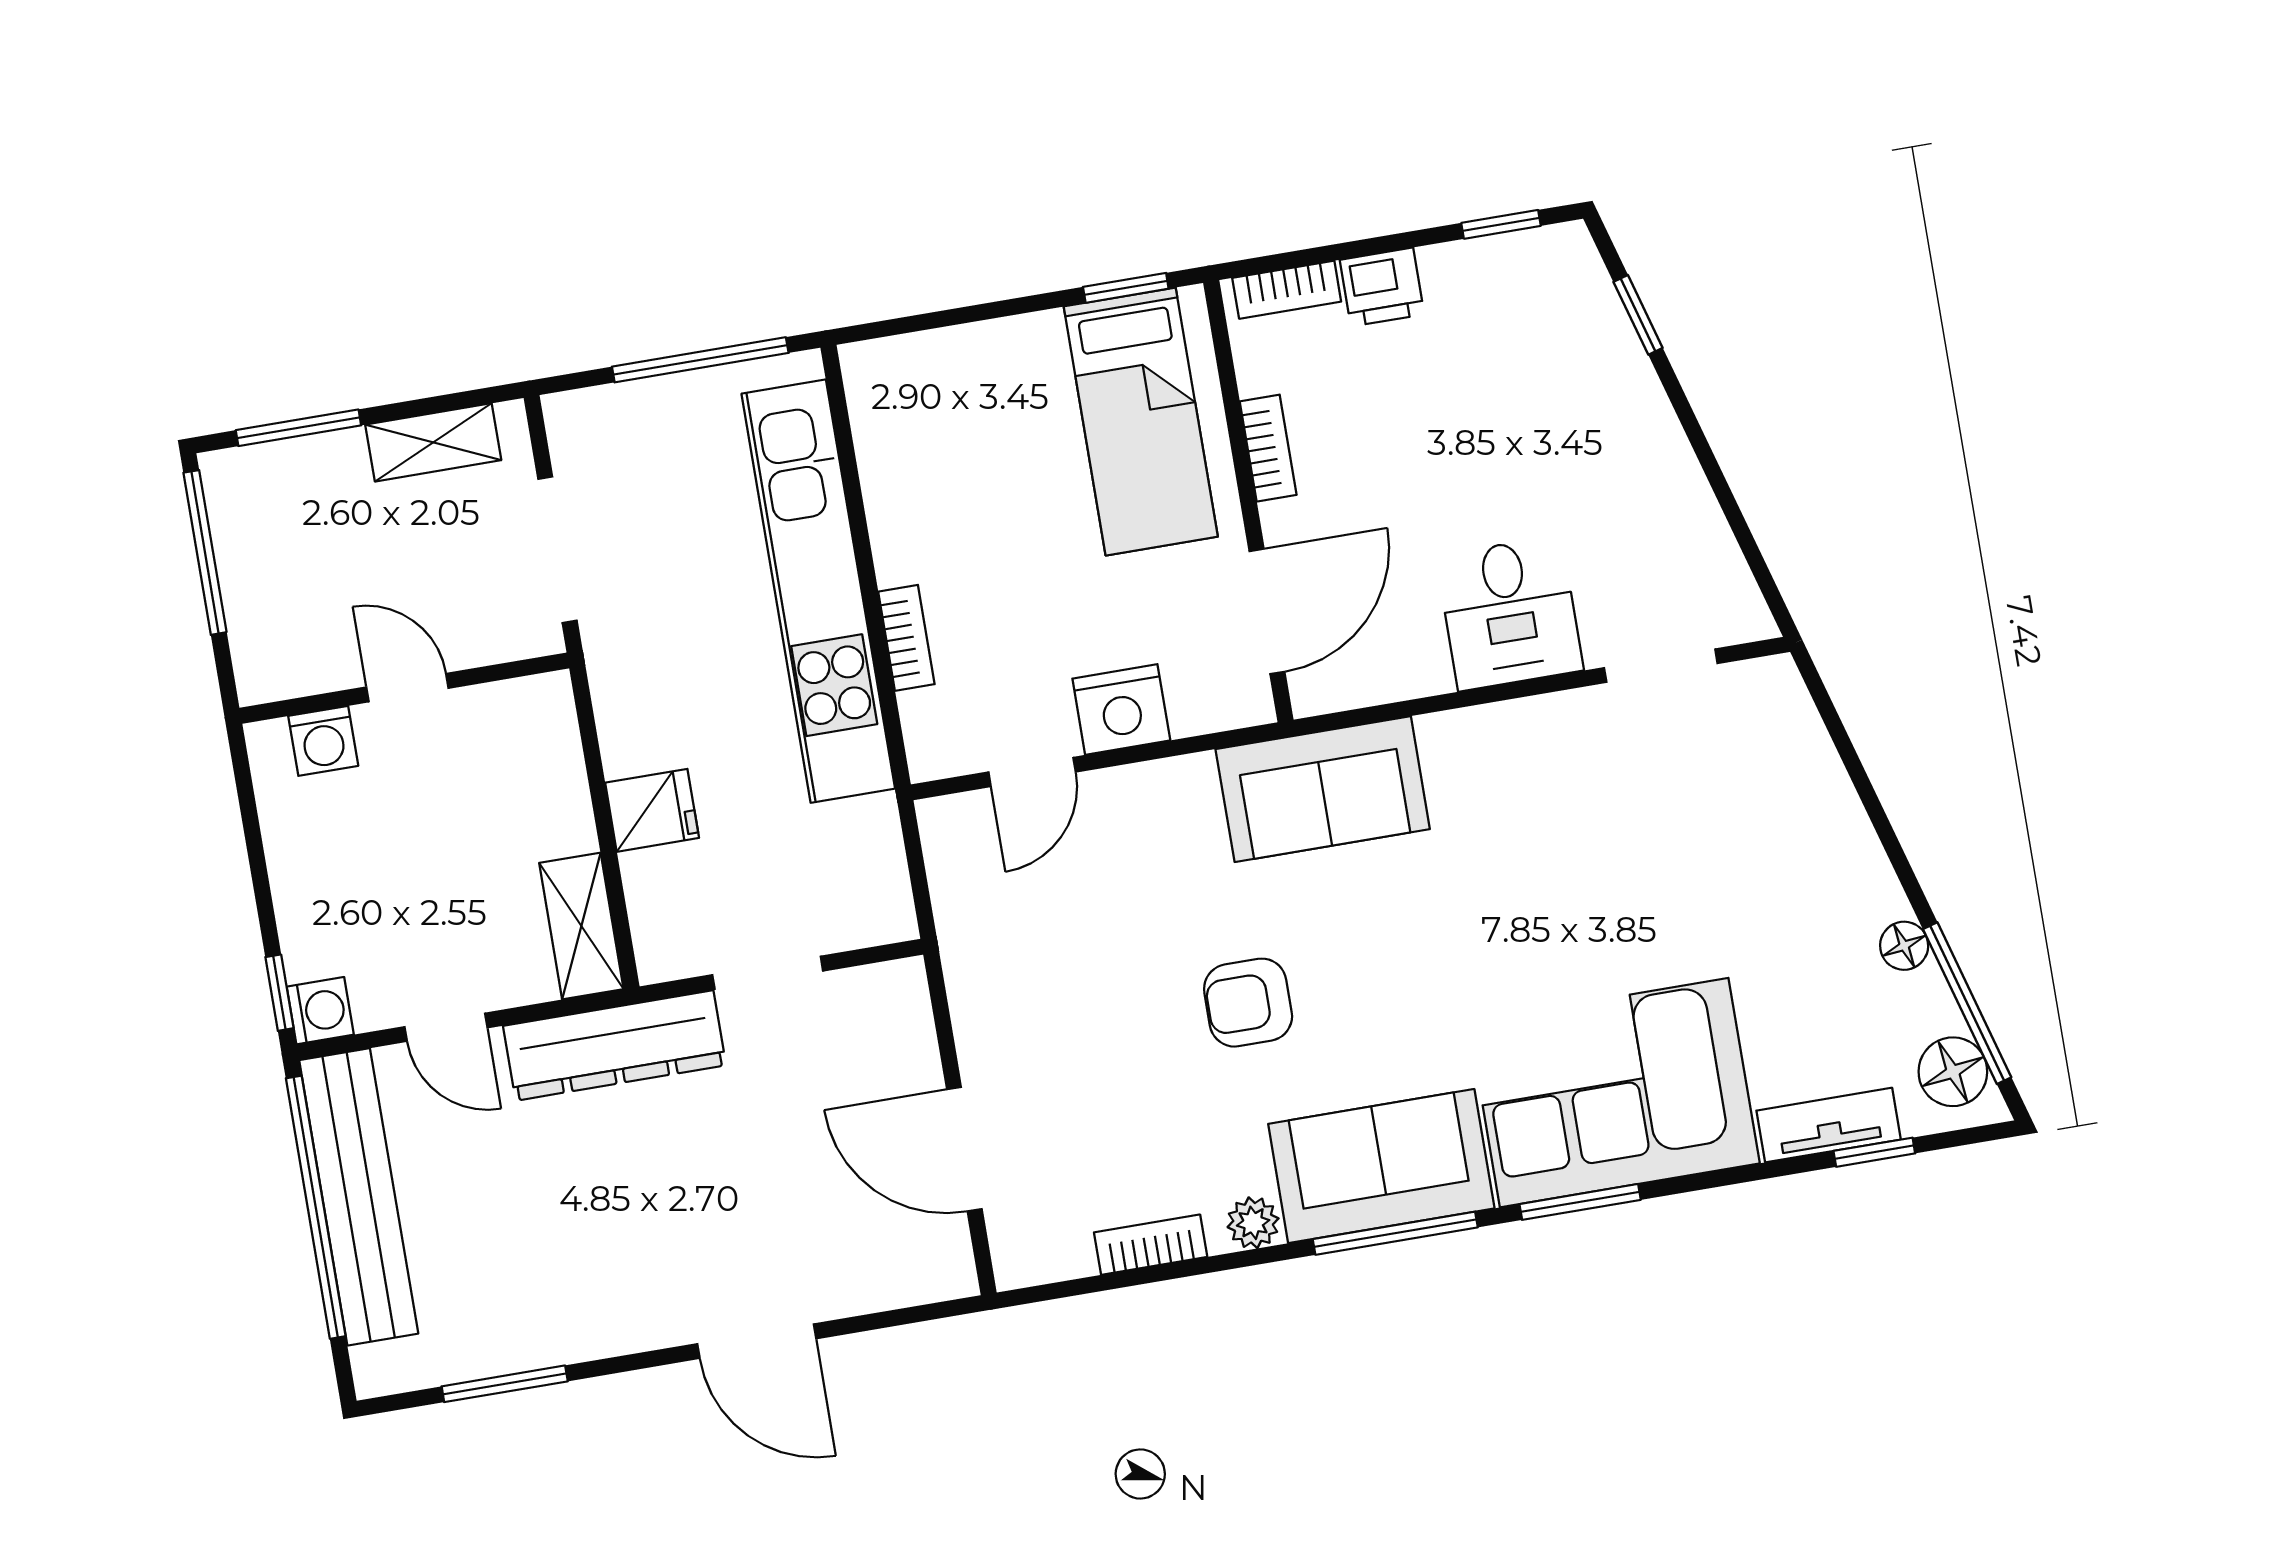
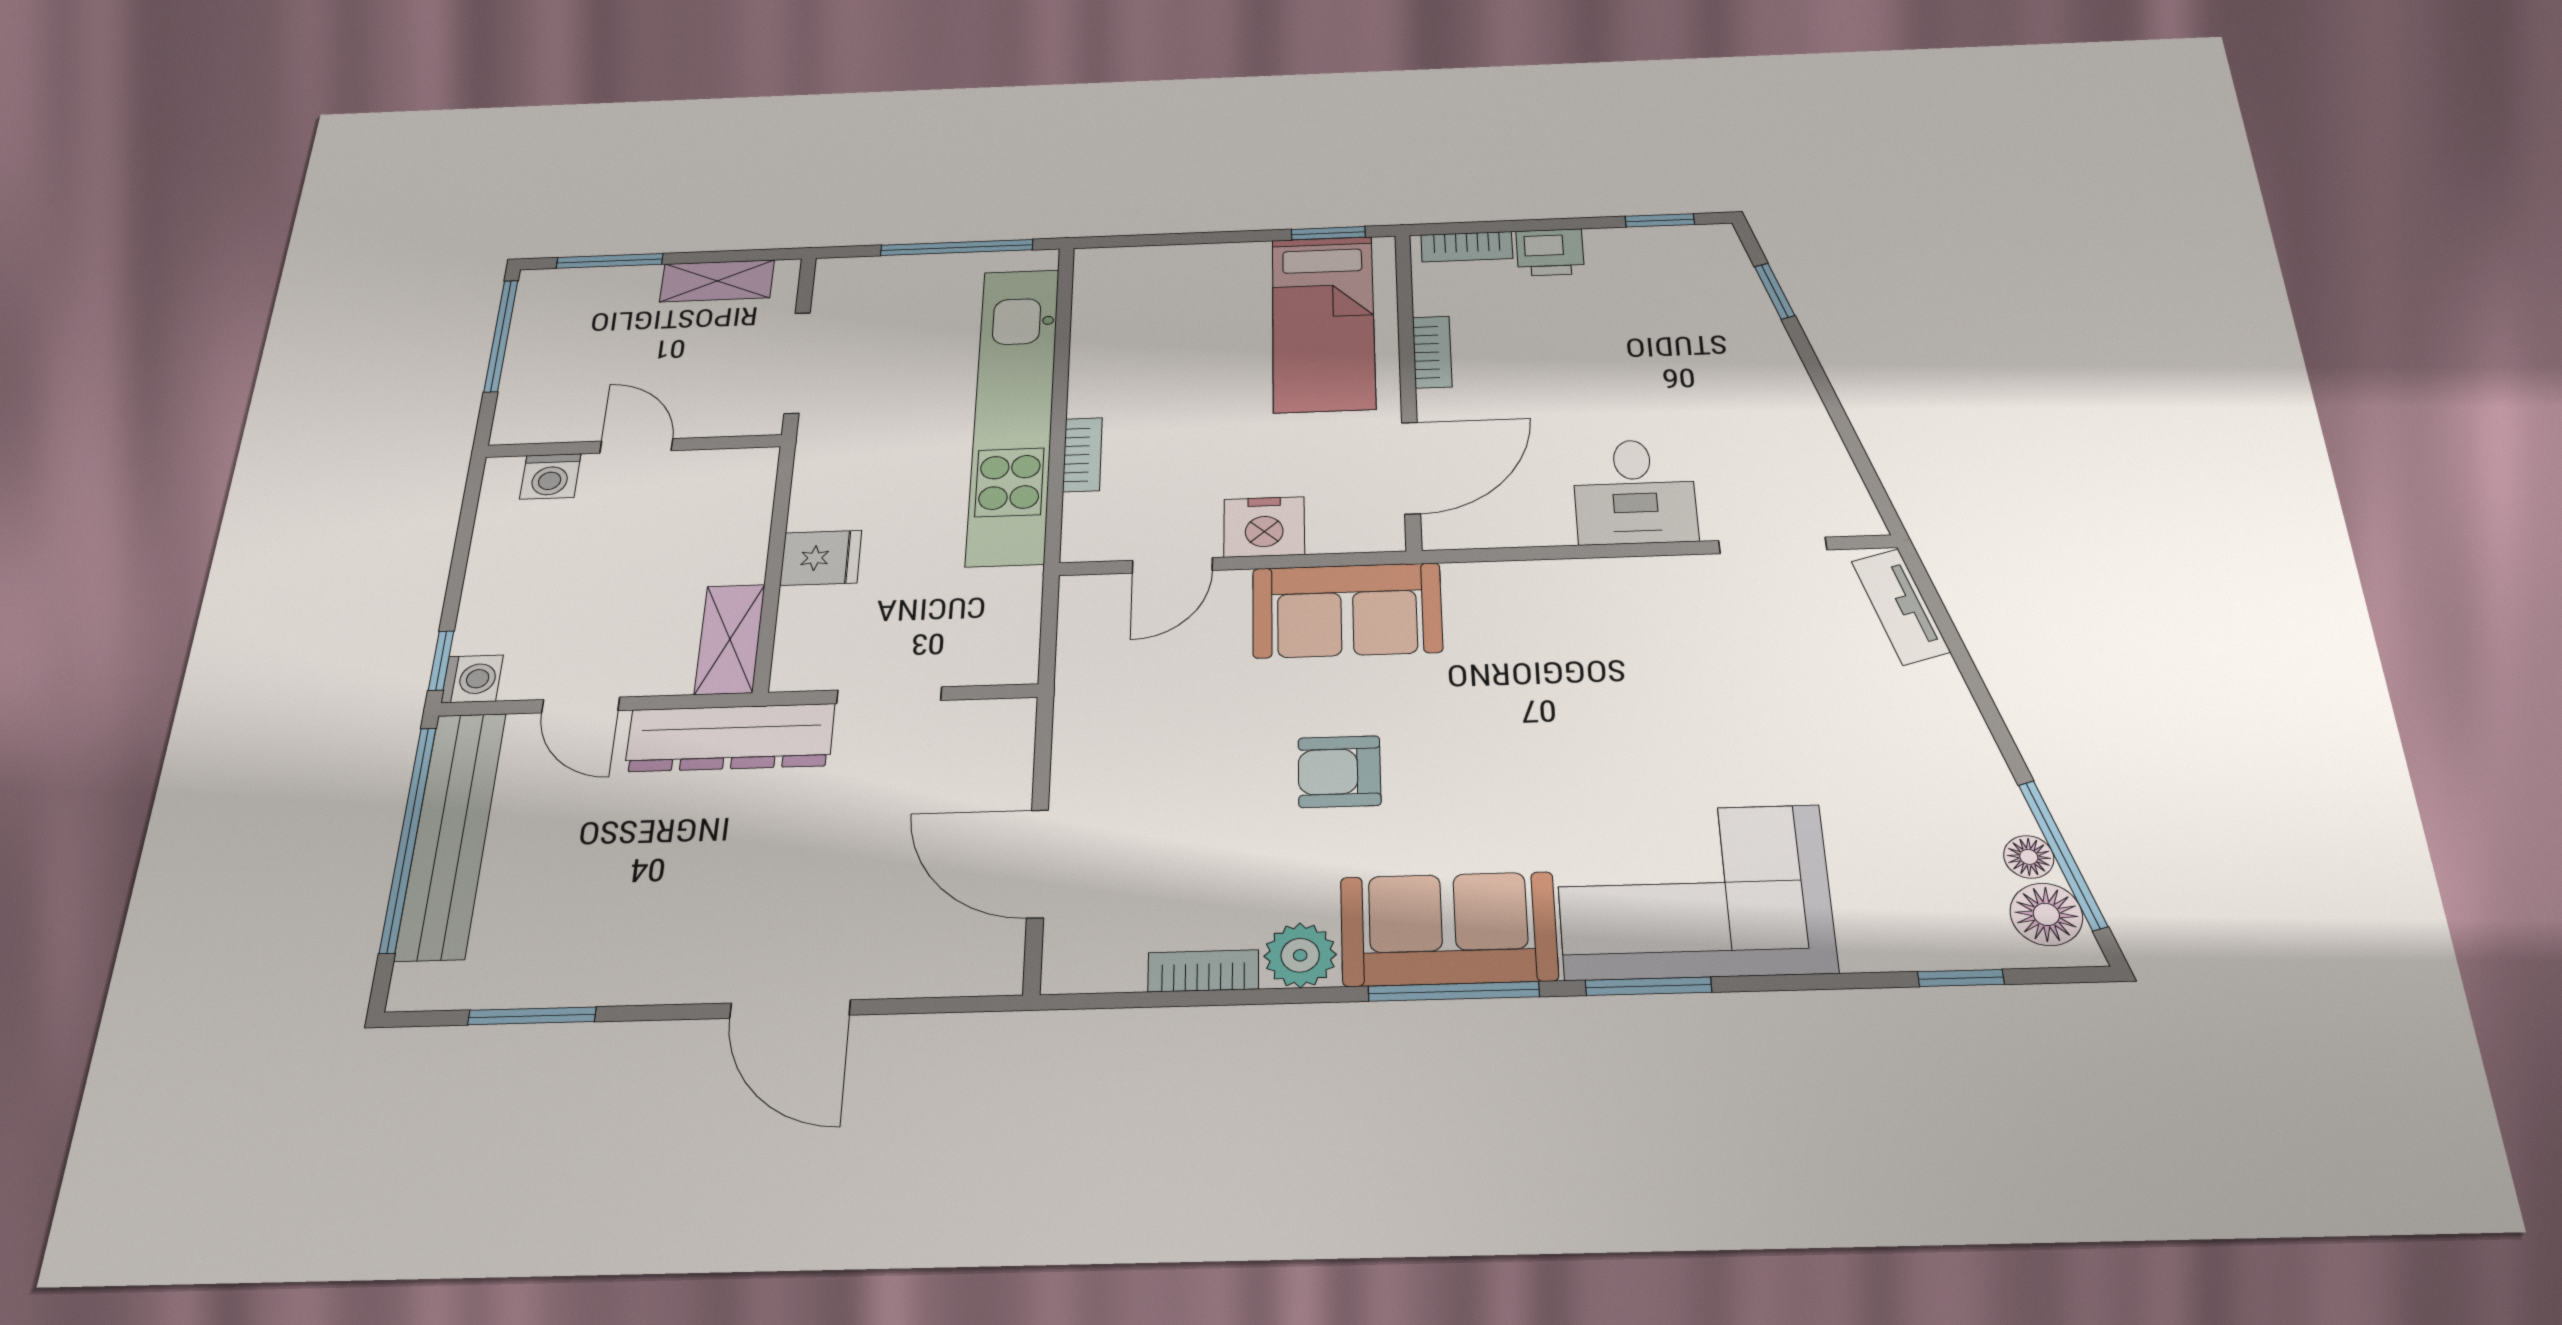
sofa: (1323, 789) -> (1347, 610), moved
floor lamp: (1904, 946) -> (2029, 857), moved
tv unit: (1829, 1125) -> (1901, 607), moved, turned -106
plant: (1253, 1223) -> (1300, 955), width x1.38, depth x1.38

